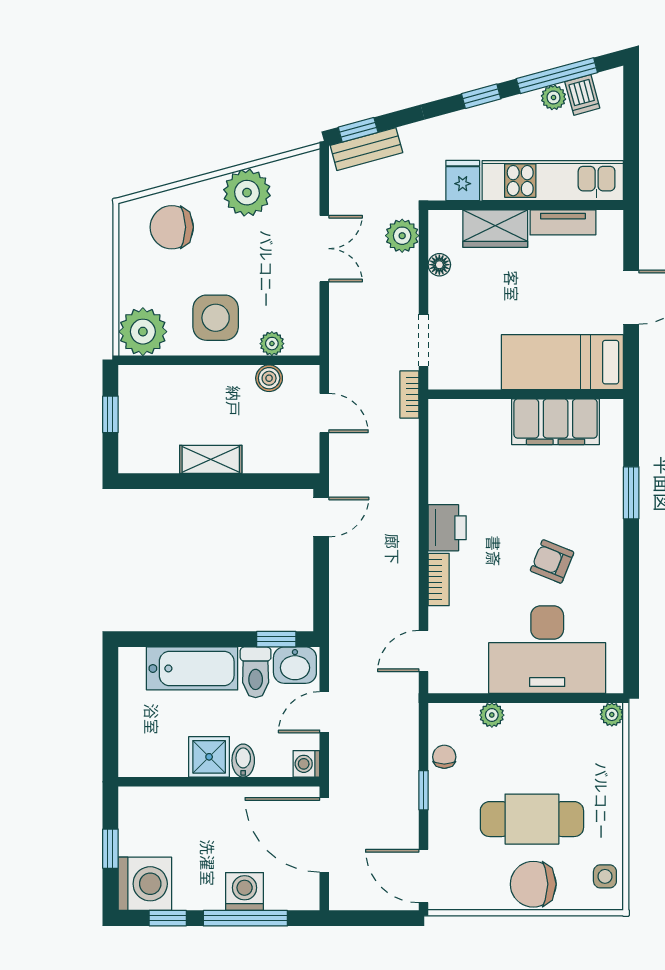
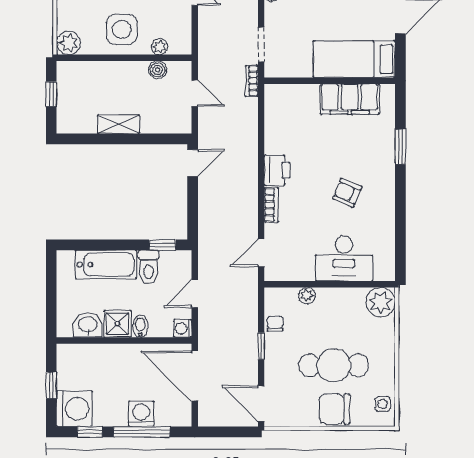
plant: (143, 332) -> (69, 43), width x0.73, depth x0.73
desk: (547, 650) -> (344, 259), width x0.73, depth x0.77
washbasin: (295, 665) -> (88, 325), moved, turned 180
plant: (612, 714) -> (380, 302), width x1.87, depth x1.87

